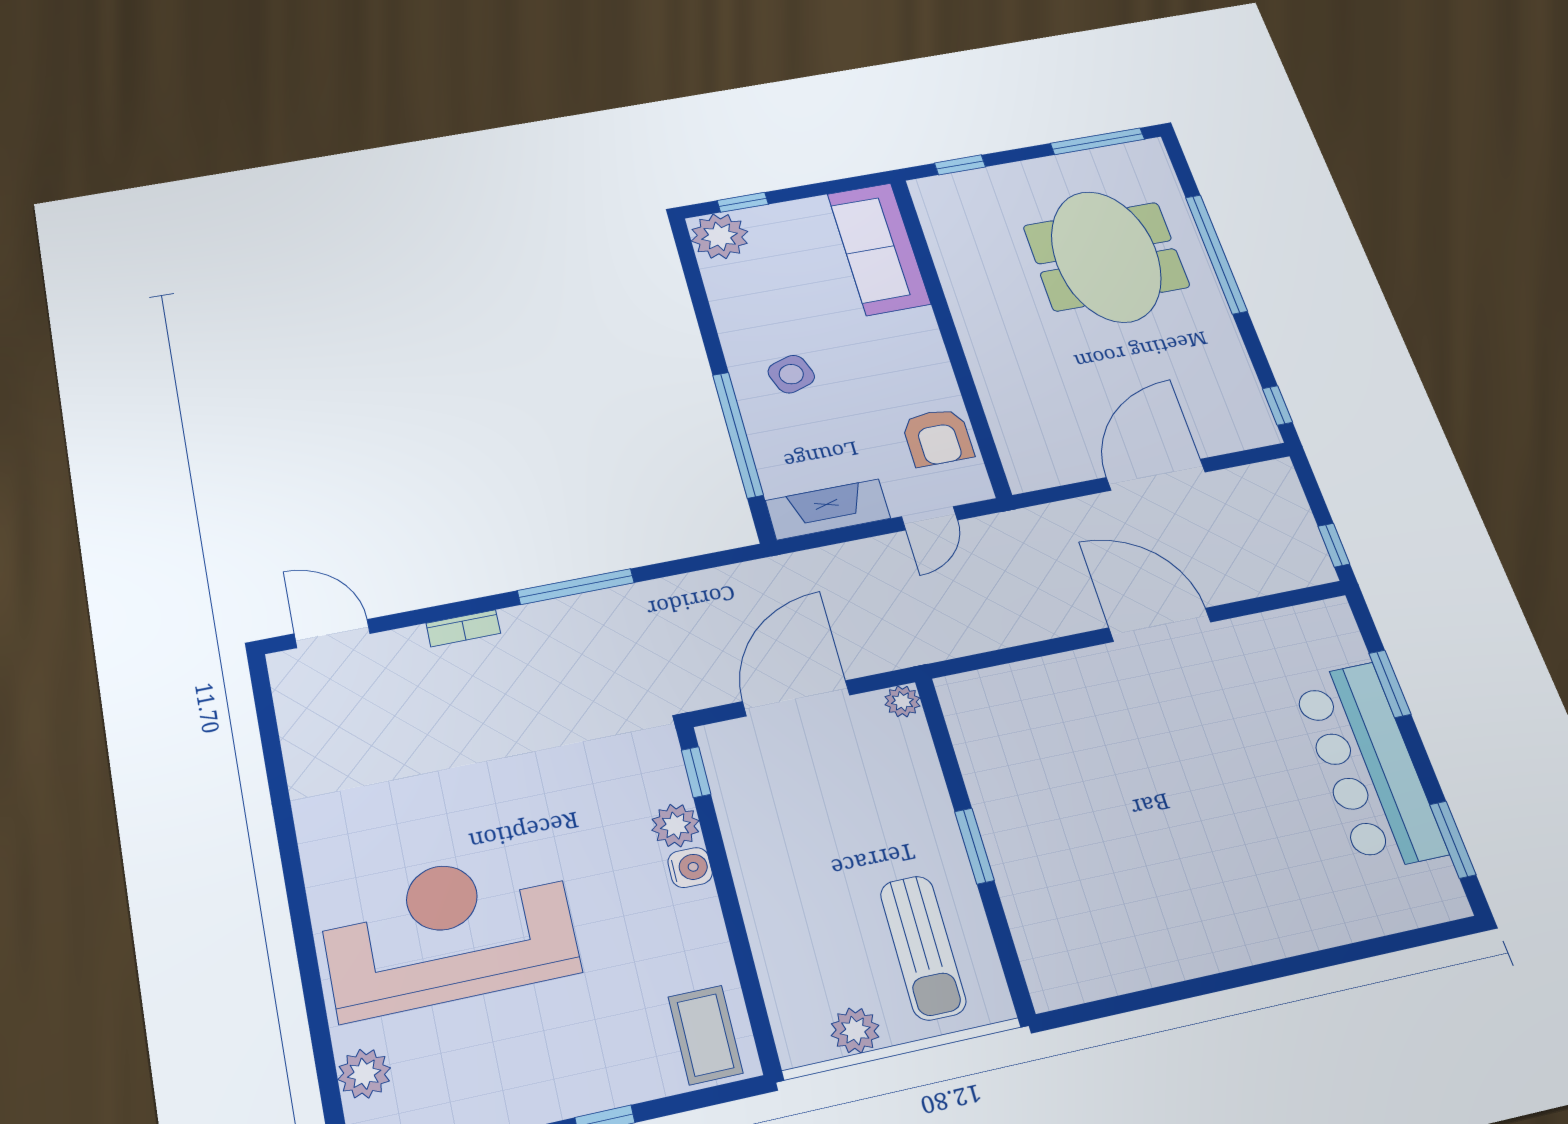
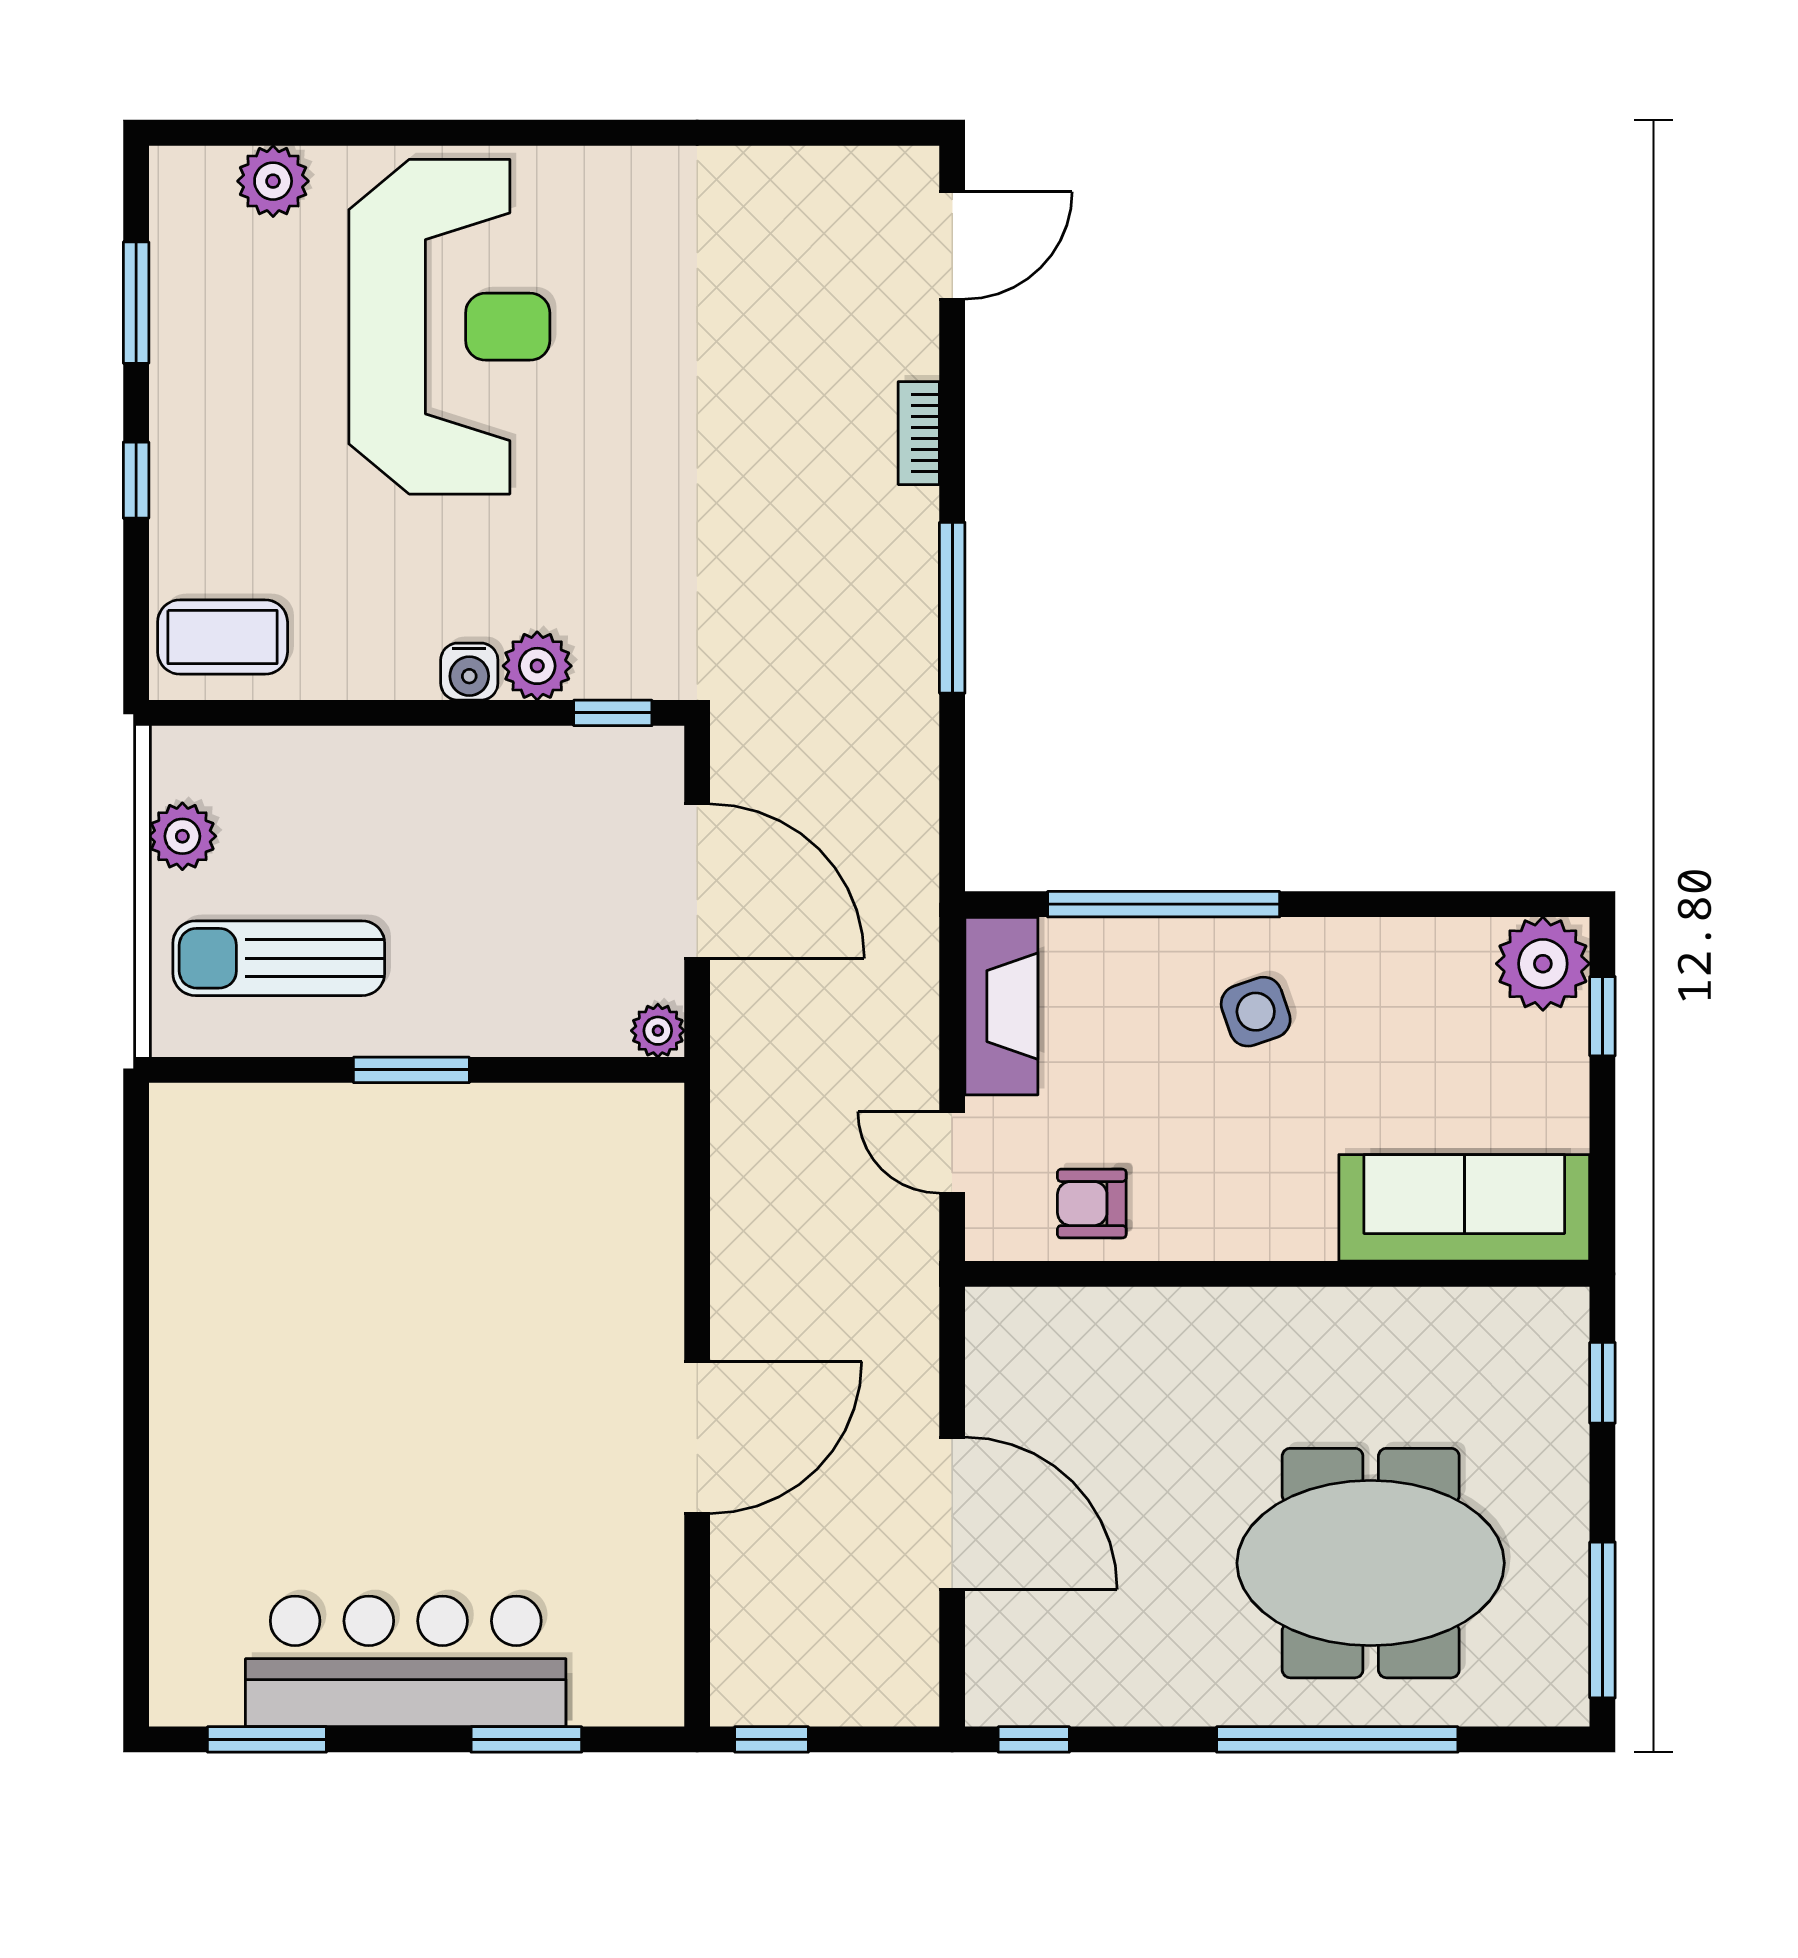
armchair: (938, 437) -> (1092, 1204), width x0.72, depth x0.72

